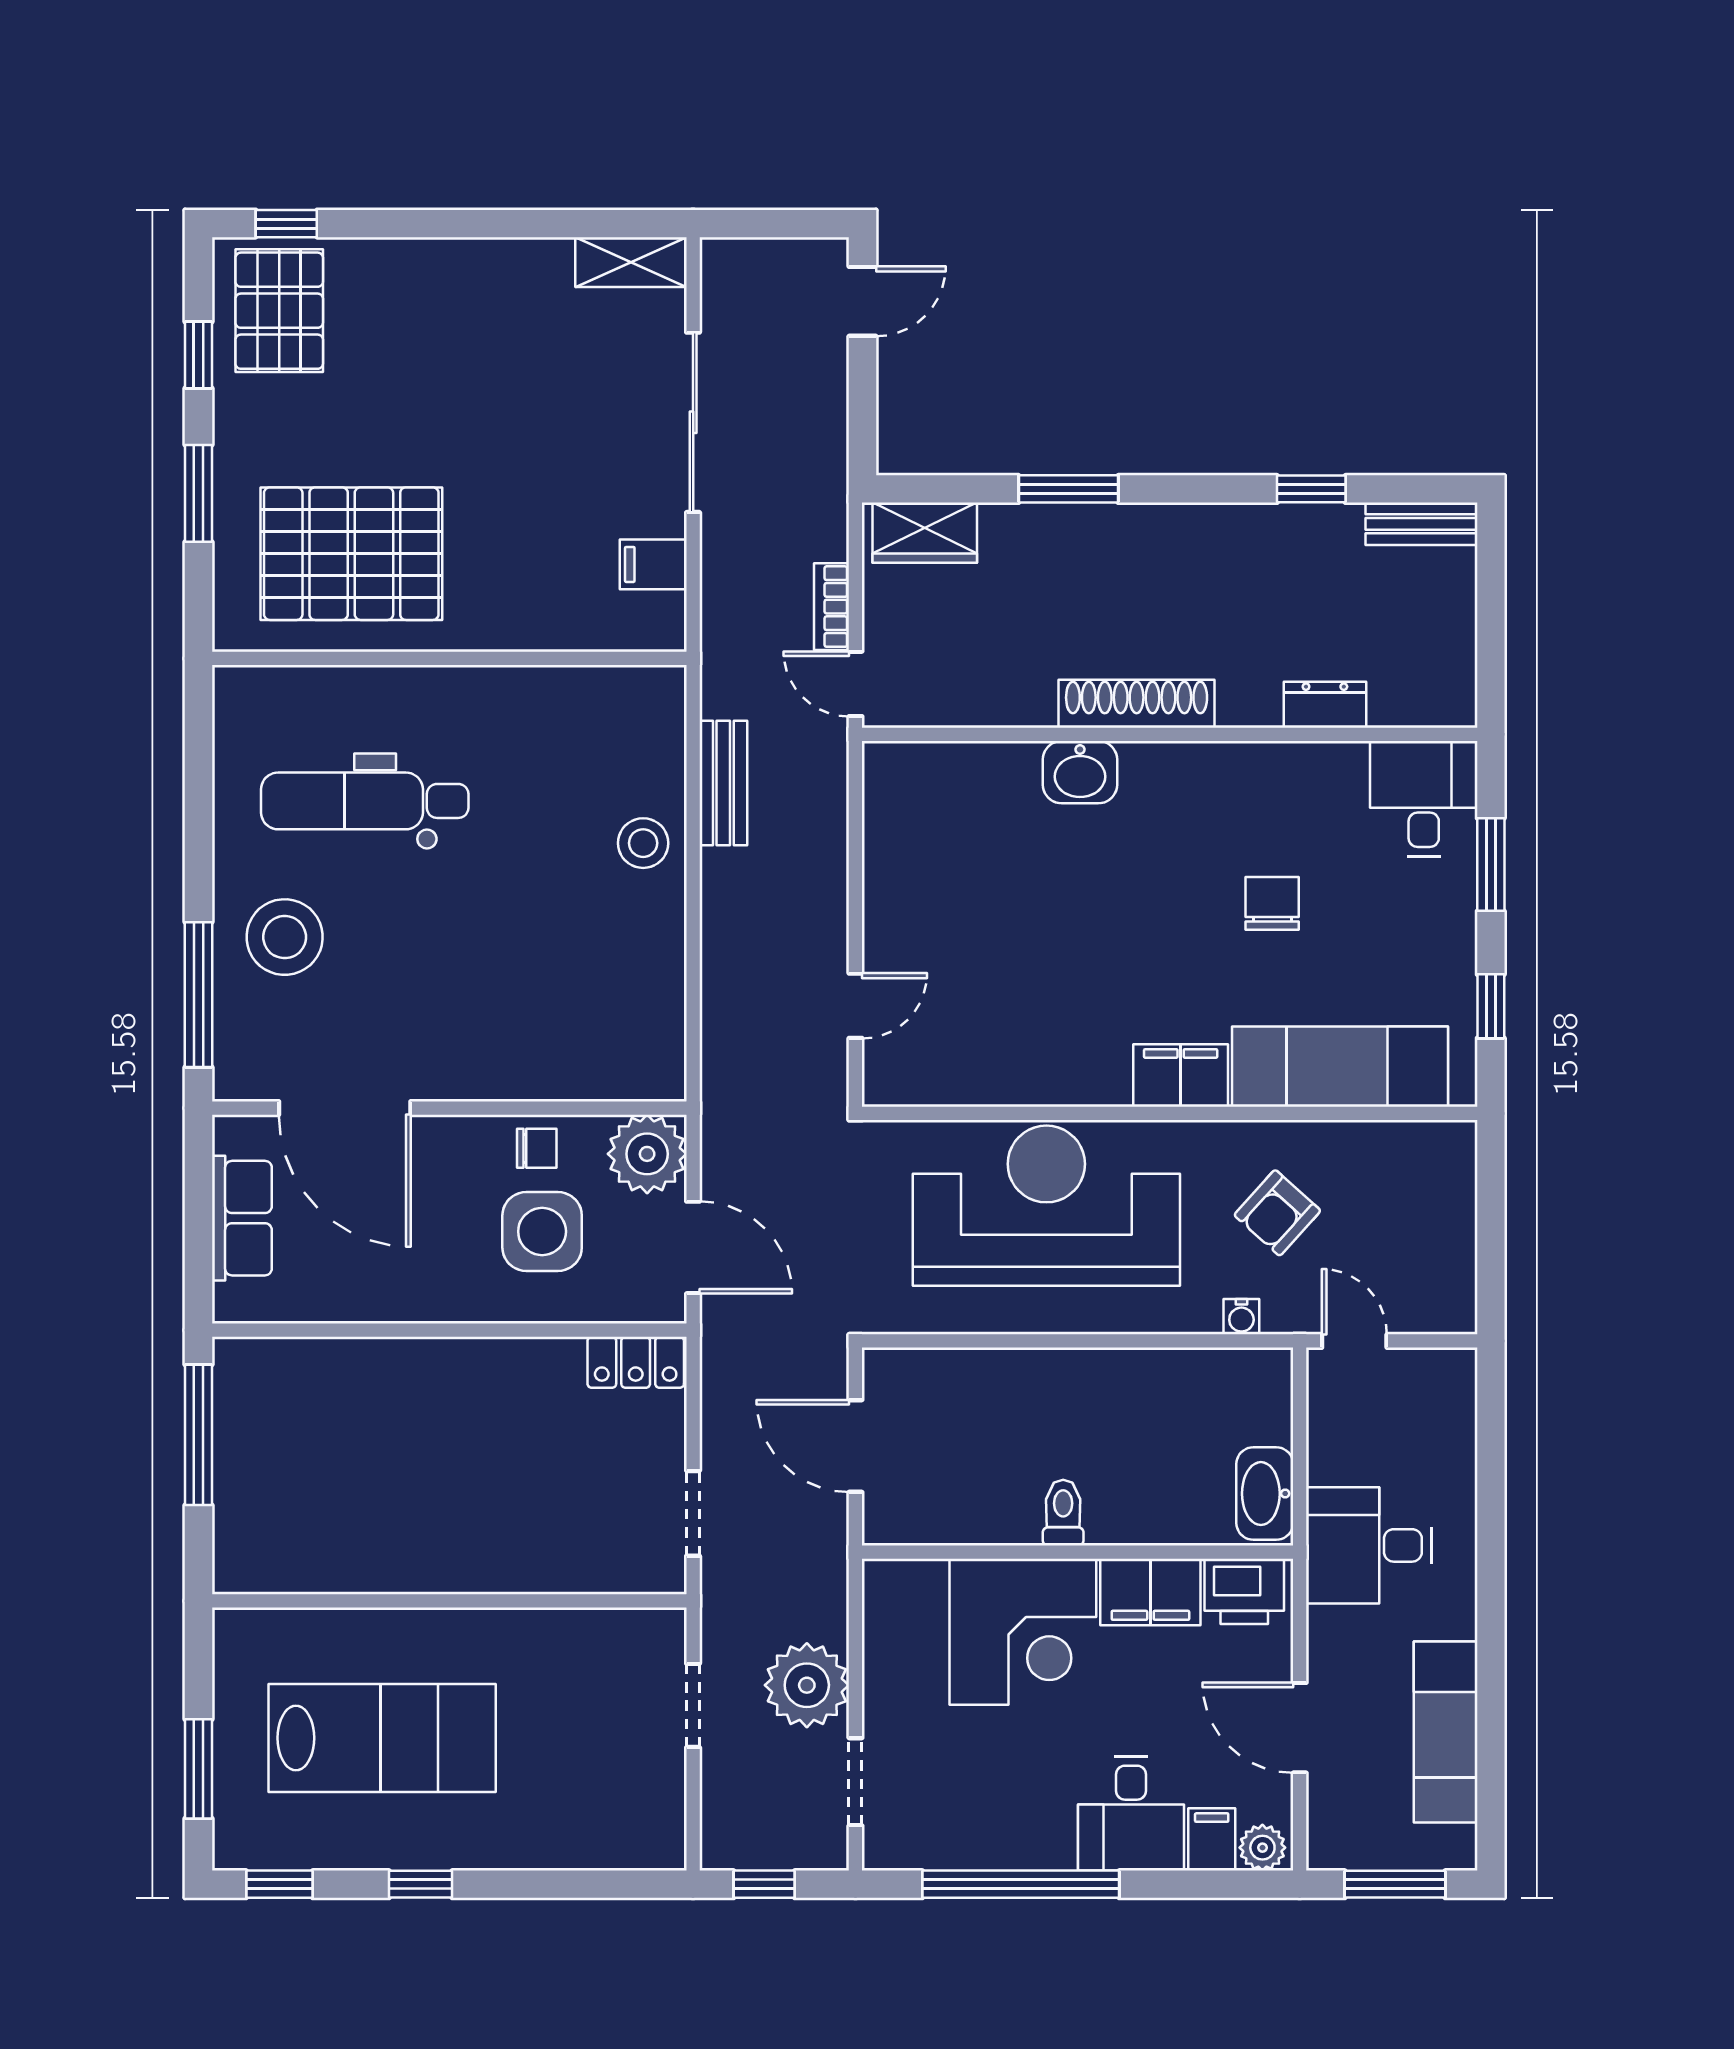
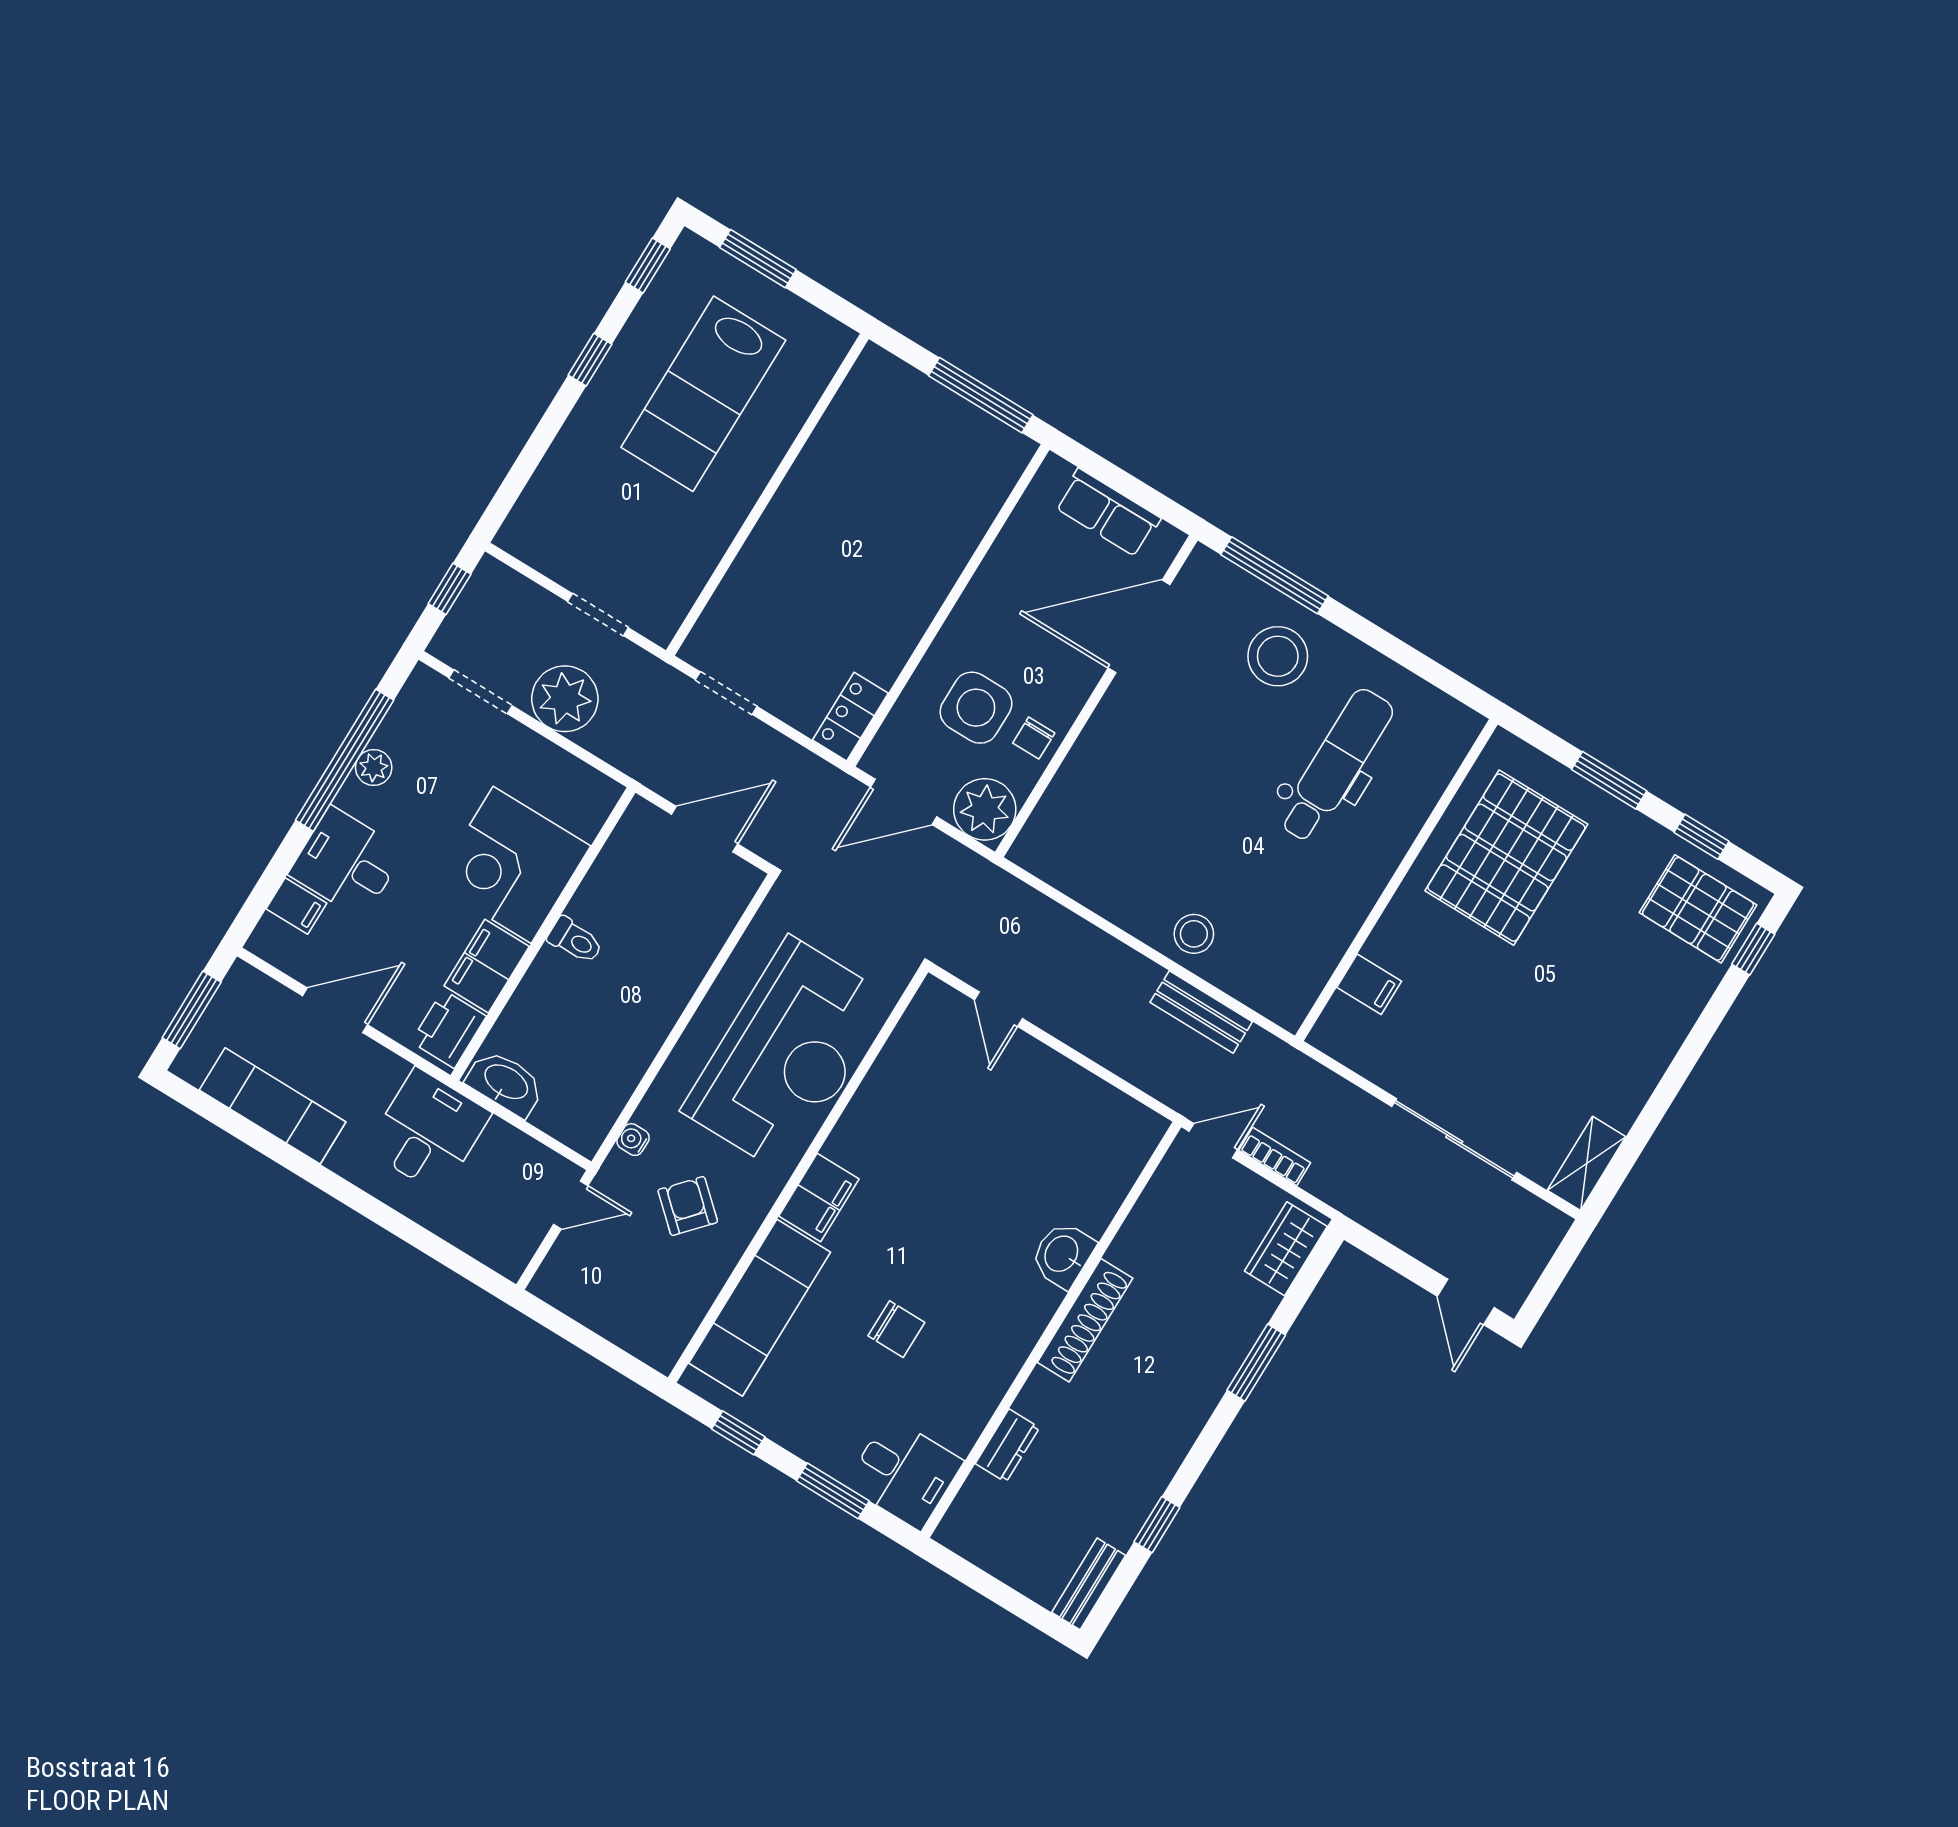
filing cabinet: (653, 564) -> (1369, 984), moved, turned 90
plant: (1262, 1848) -> (374, 768), moved

